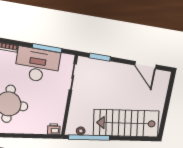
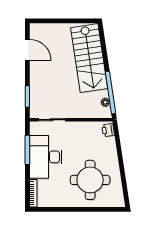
door: (145, 65) -> (27, 50), hinge flipped

